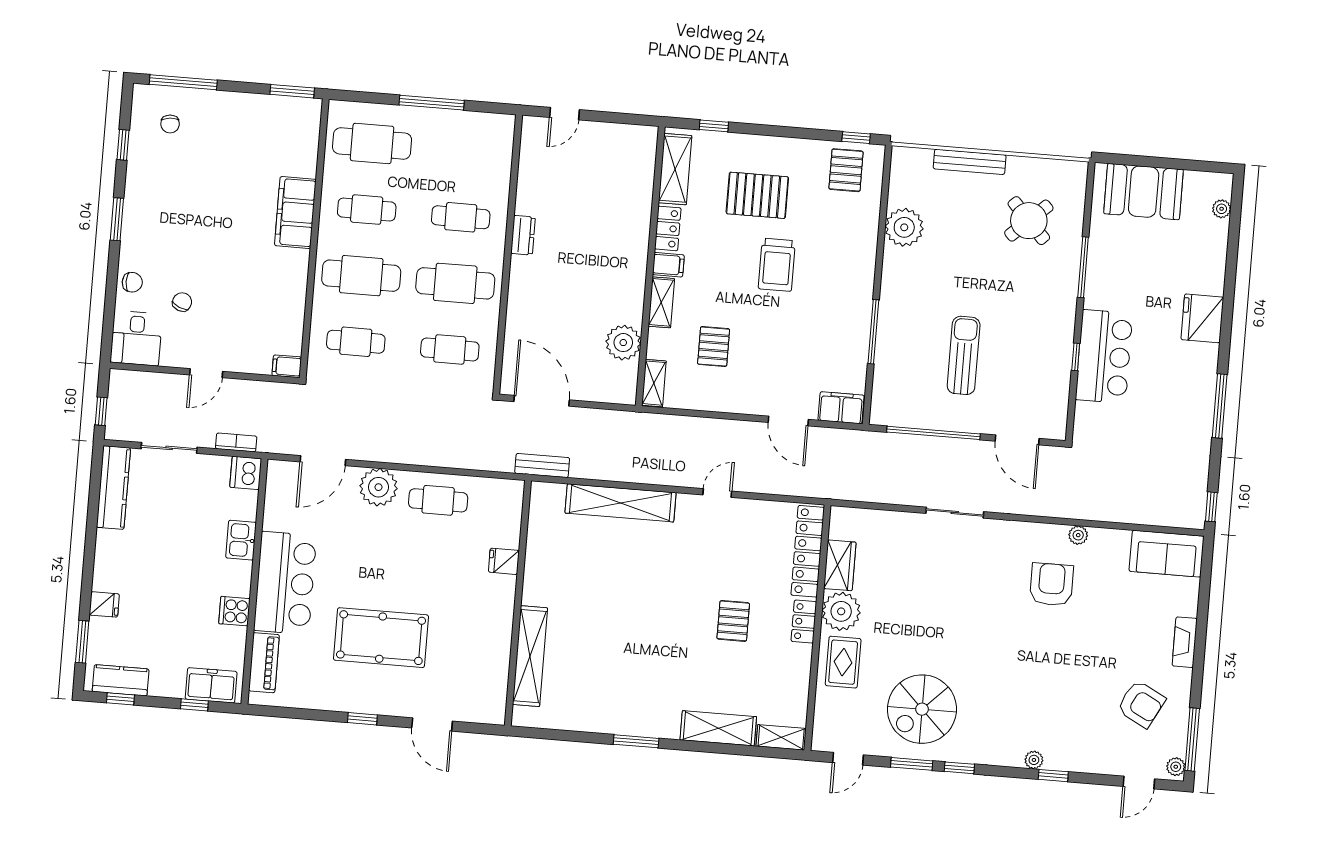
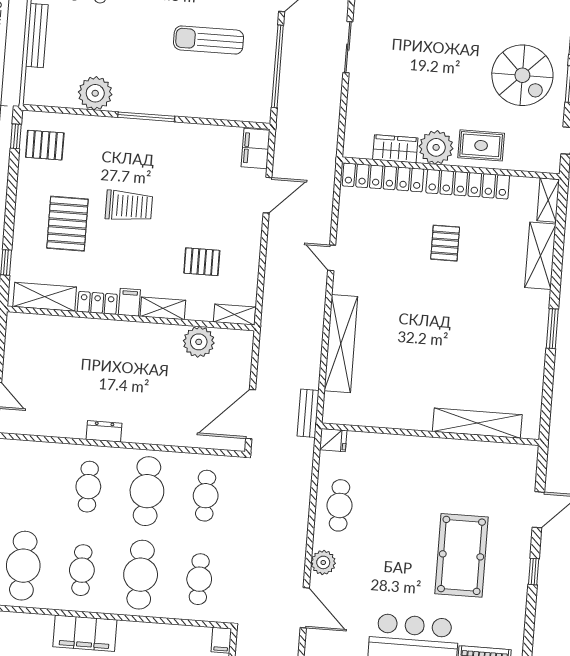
window: (873, 332) -> (146, 117), moved
plant: (378, 487) -> (323, 562), width x0.73, depth x0.73
fridge: (504, 561) -> (333, 440), moved, turned -90
pallet: (733, 621) -> (445, 243), turned 90
locker: (804, 622) -> (468, 184), width x2.16, depth x1.21

